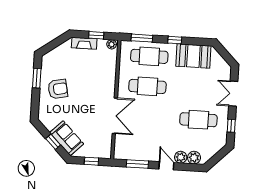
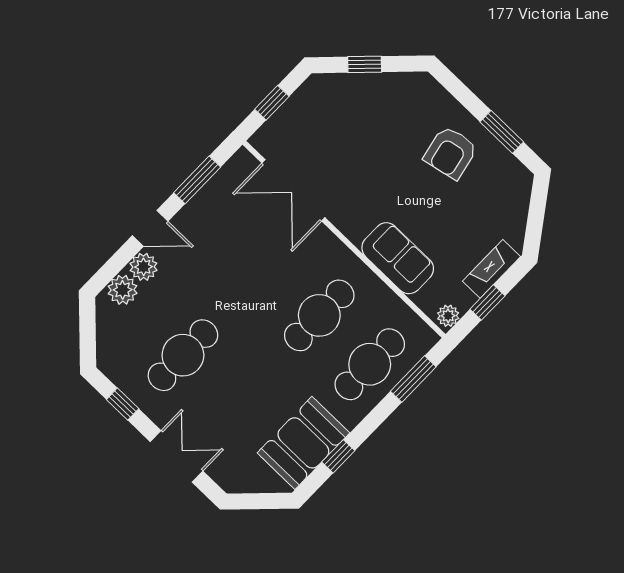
window: (175, 40) -> (338, 456), moved
double door: (115, 116) -> (293, 190), moved
sofa: (67, 138) -> (398, 258), moved, turned -135

